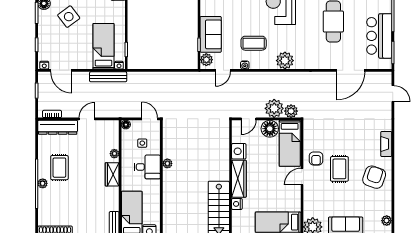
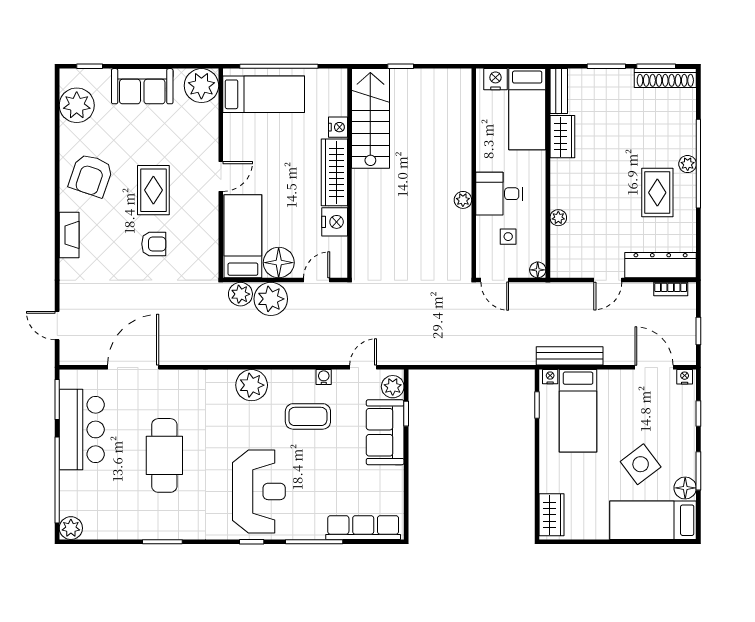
armchair: (316, 158) -> (154, 244), moved, turned 90
wardrobe: (112, 174) -> (562, 137), moved
plant: (387, 221) -> (77, 105), width x1.88, depth x1.88

